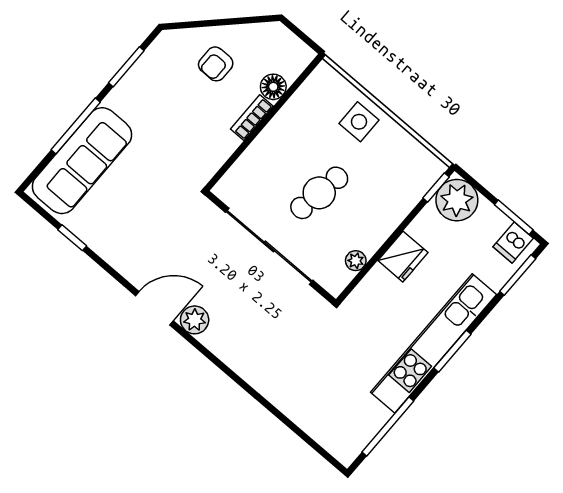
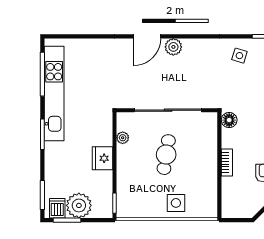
floor lamp: (273, 87) -> (229, 120), moved
plant: (457, 200) -> (79, 205), moved
side table: (121, 238) -> (239, 56), added
door: (154, 308) -> (147, 36), moved
kitchen unit: (434, 343) -> (54, 93), moved

